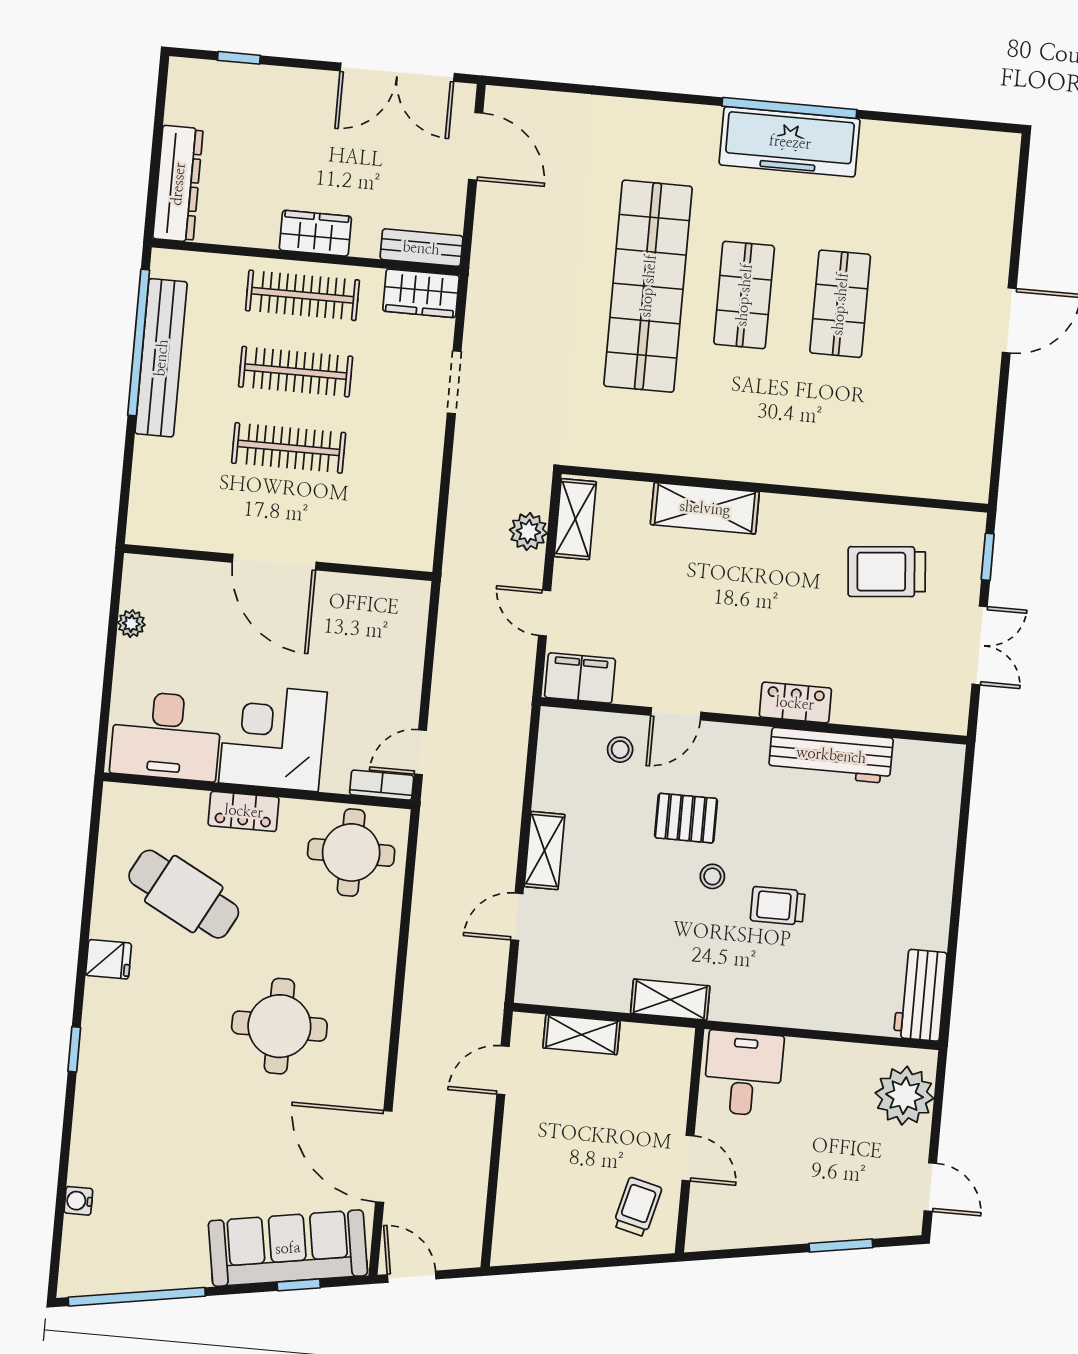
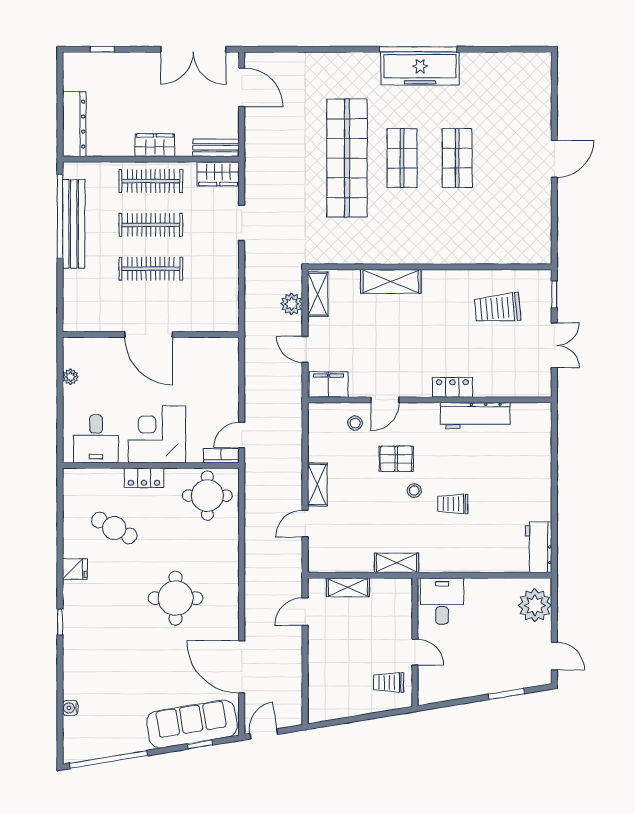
desk: (166, 736) -> (96, 439), width x0.73
cafe table: (184, 894) -> (114, 528), width x0.73, depth x0.74
trolley: (637, 1207) -> (389, 682), turned -104
door: (412, 1277) -> (264, 734), hinge flipped

